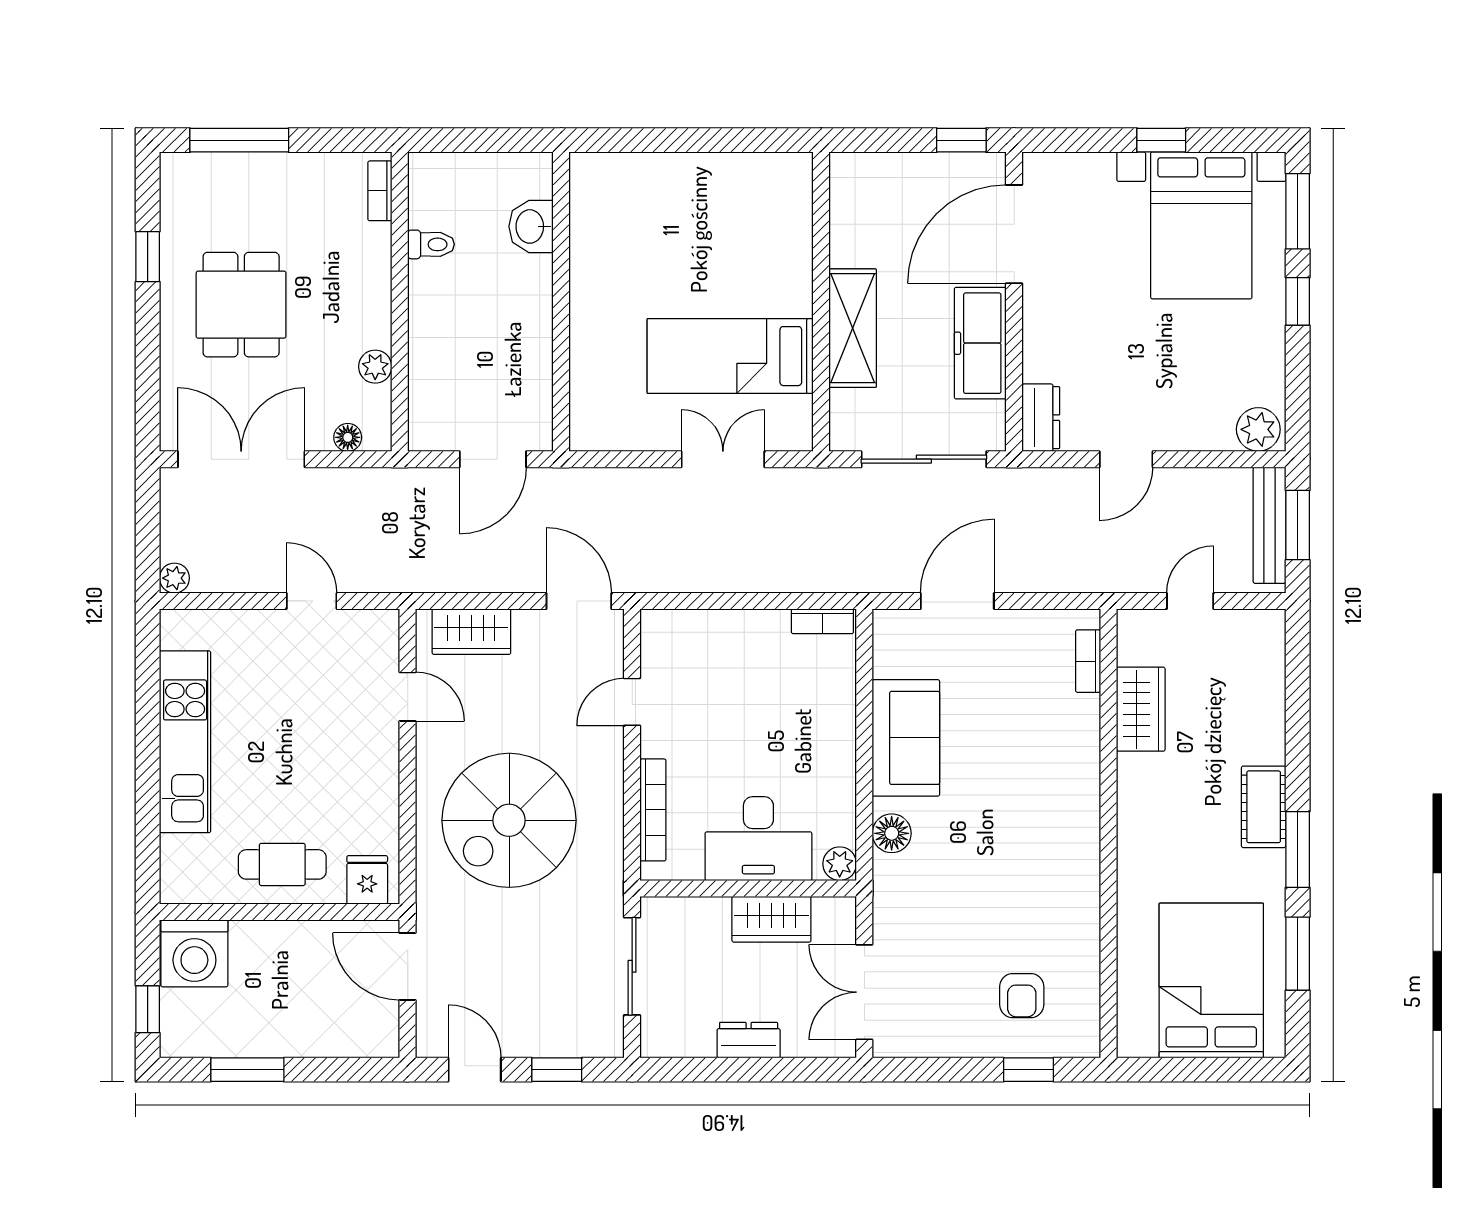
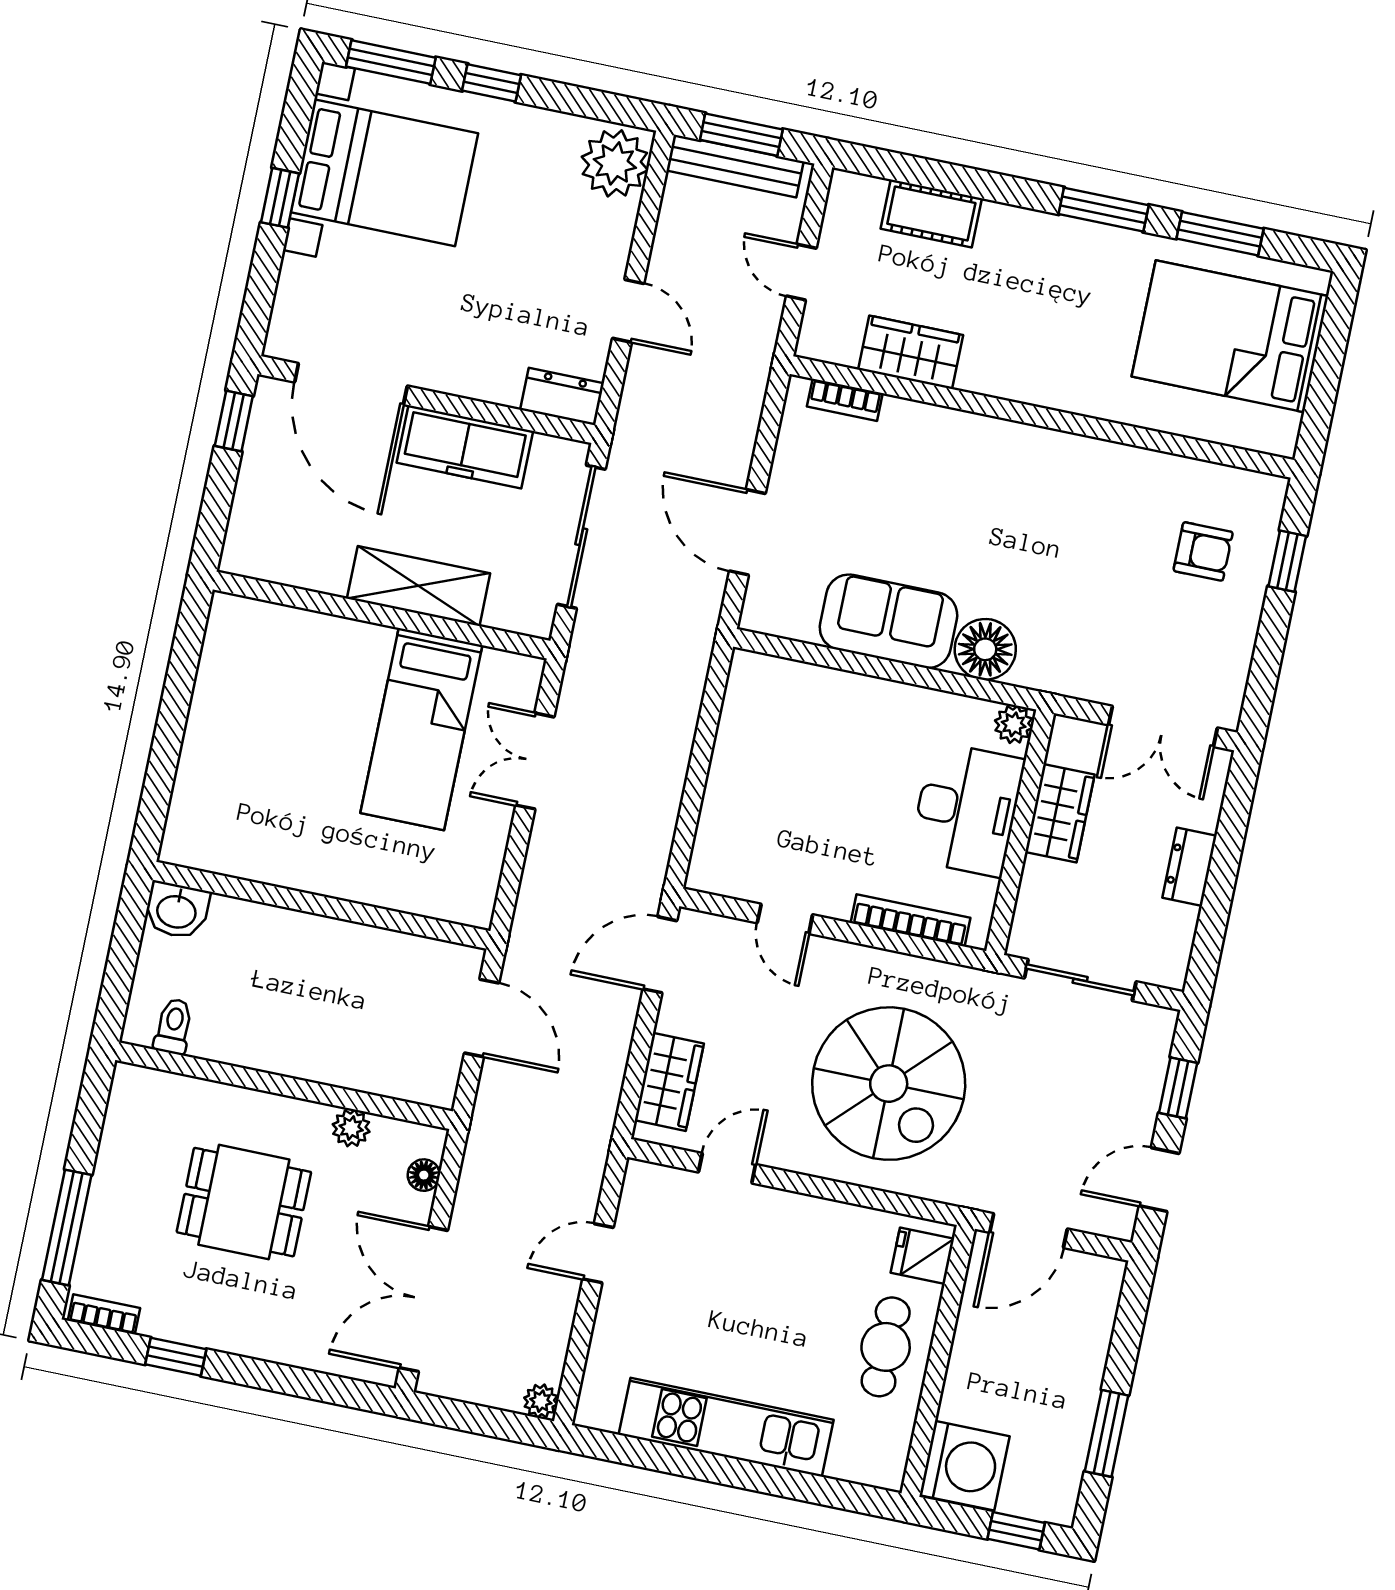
bookcase: (380, 191) -> (104, 1314), moved, turned 180
washbasin: (531, 226) -> (177, 910), moved
toilet: (431, 244) -> (174, 1026), moved
dining table: (241, 305) -> (244, 1202), moved
plant: (1258, 429) -> (615, 163), width x1.36, depth x1.36
bookcase: (822, 621) -> (739, 687), removed
cot: (1264, 807) -> (931, 213), moved
floor lamp: (892, 833) -> (985, 649), width x1.38, depth x1.38

